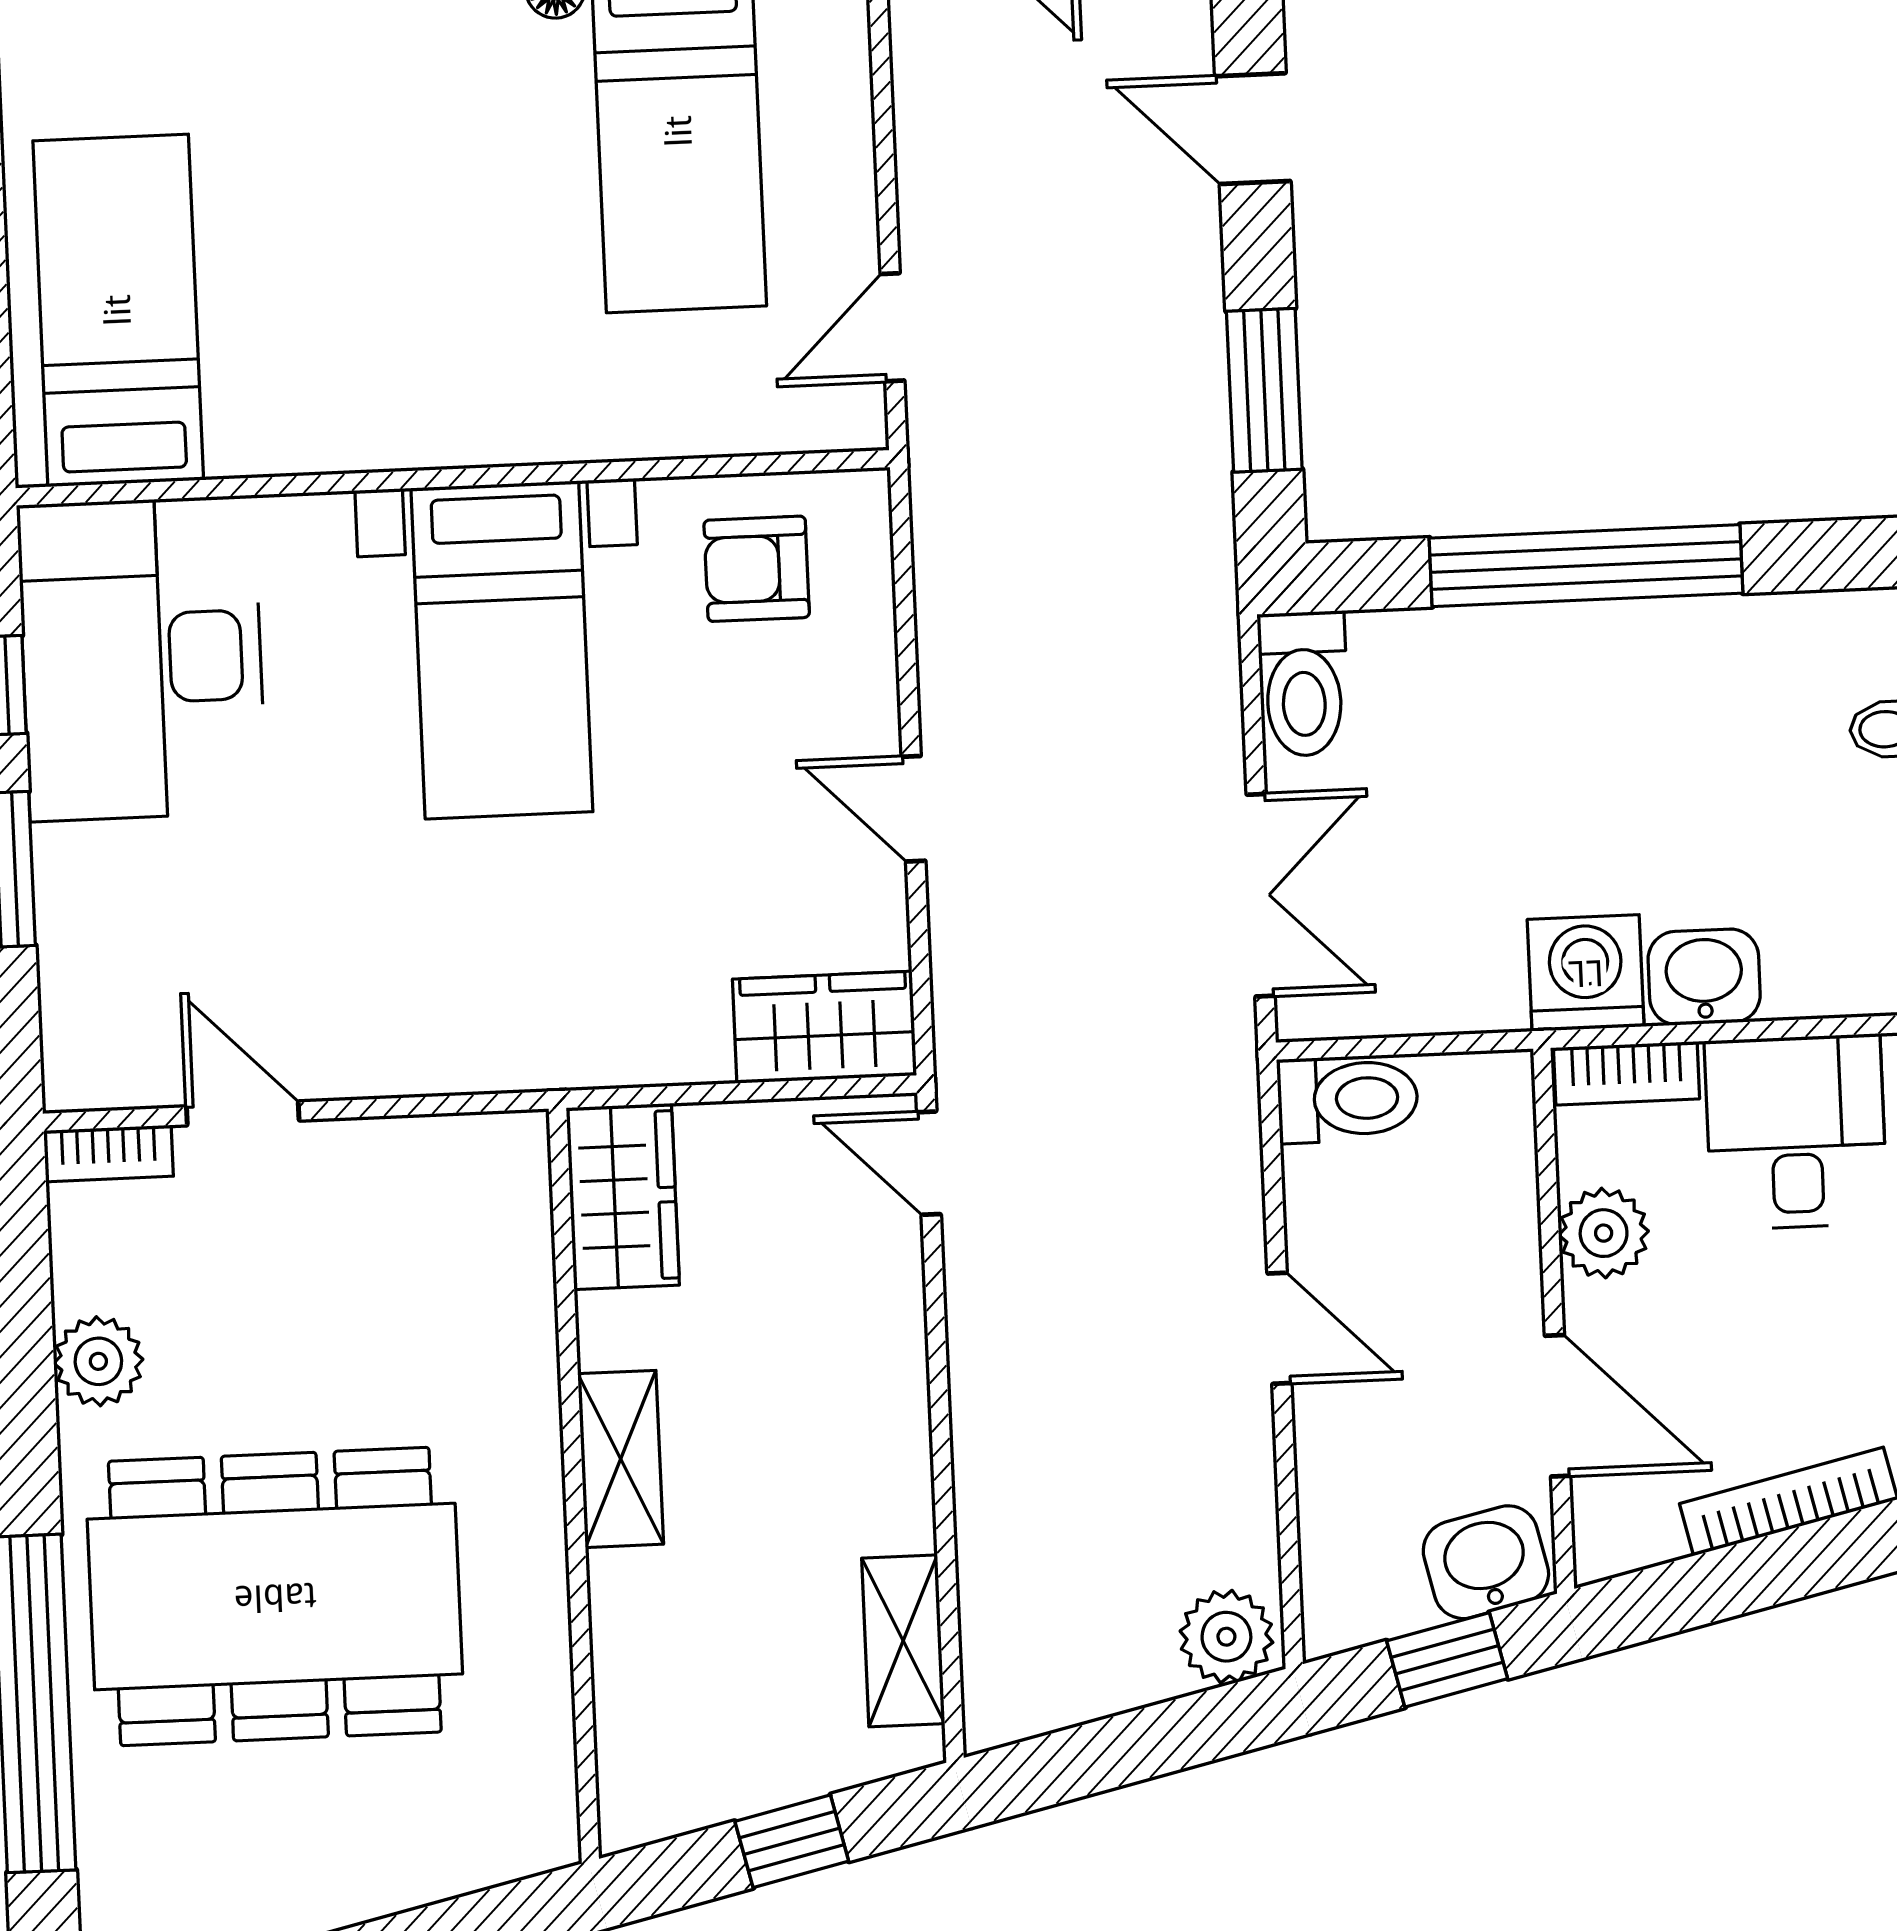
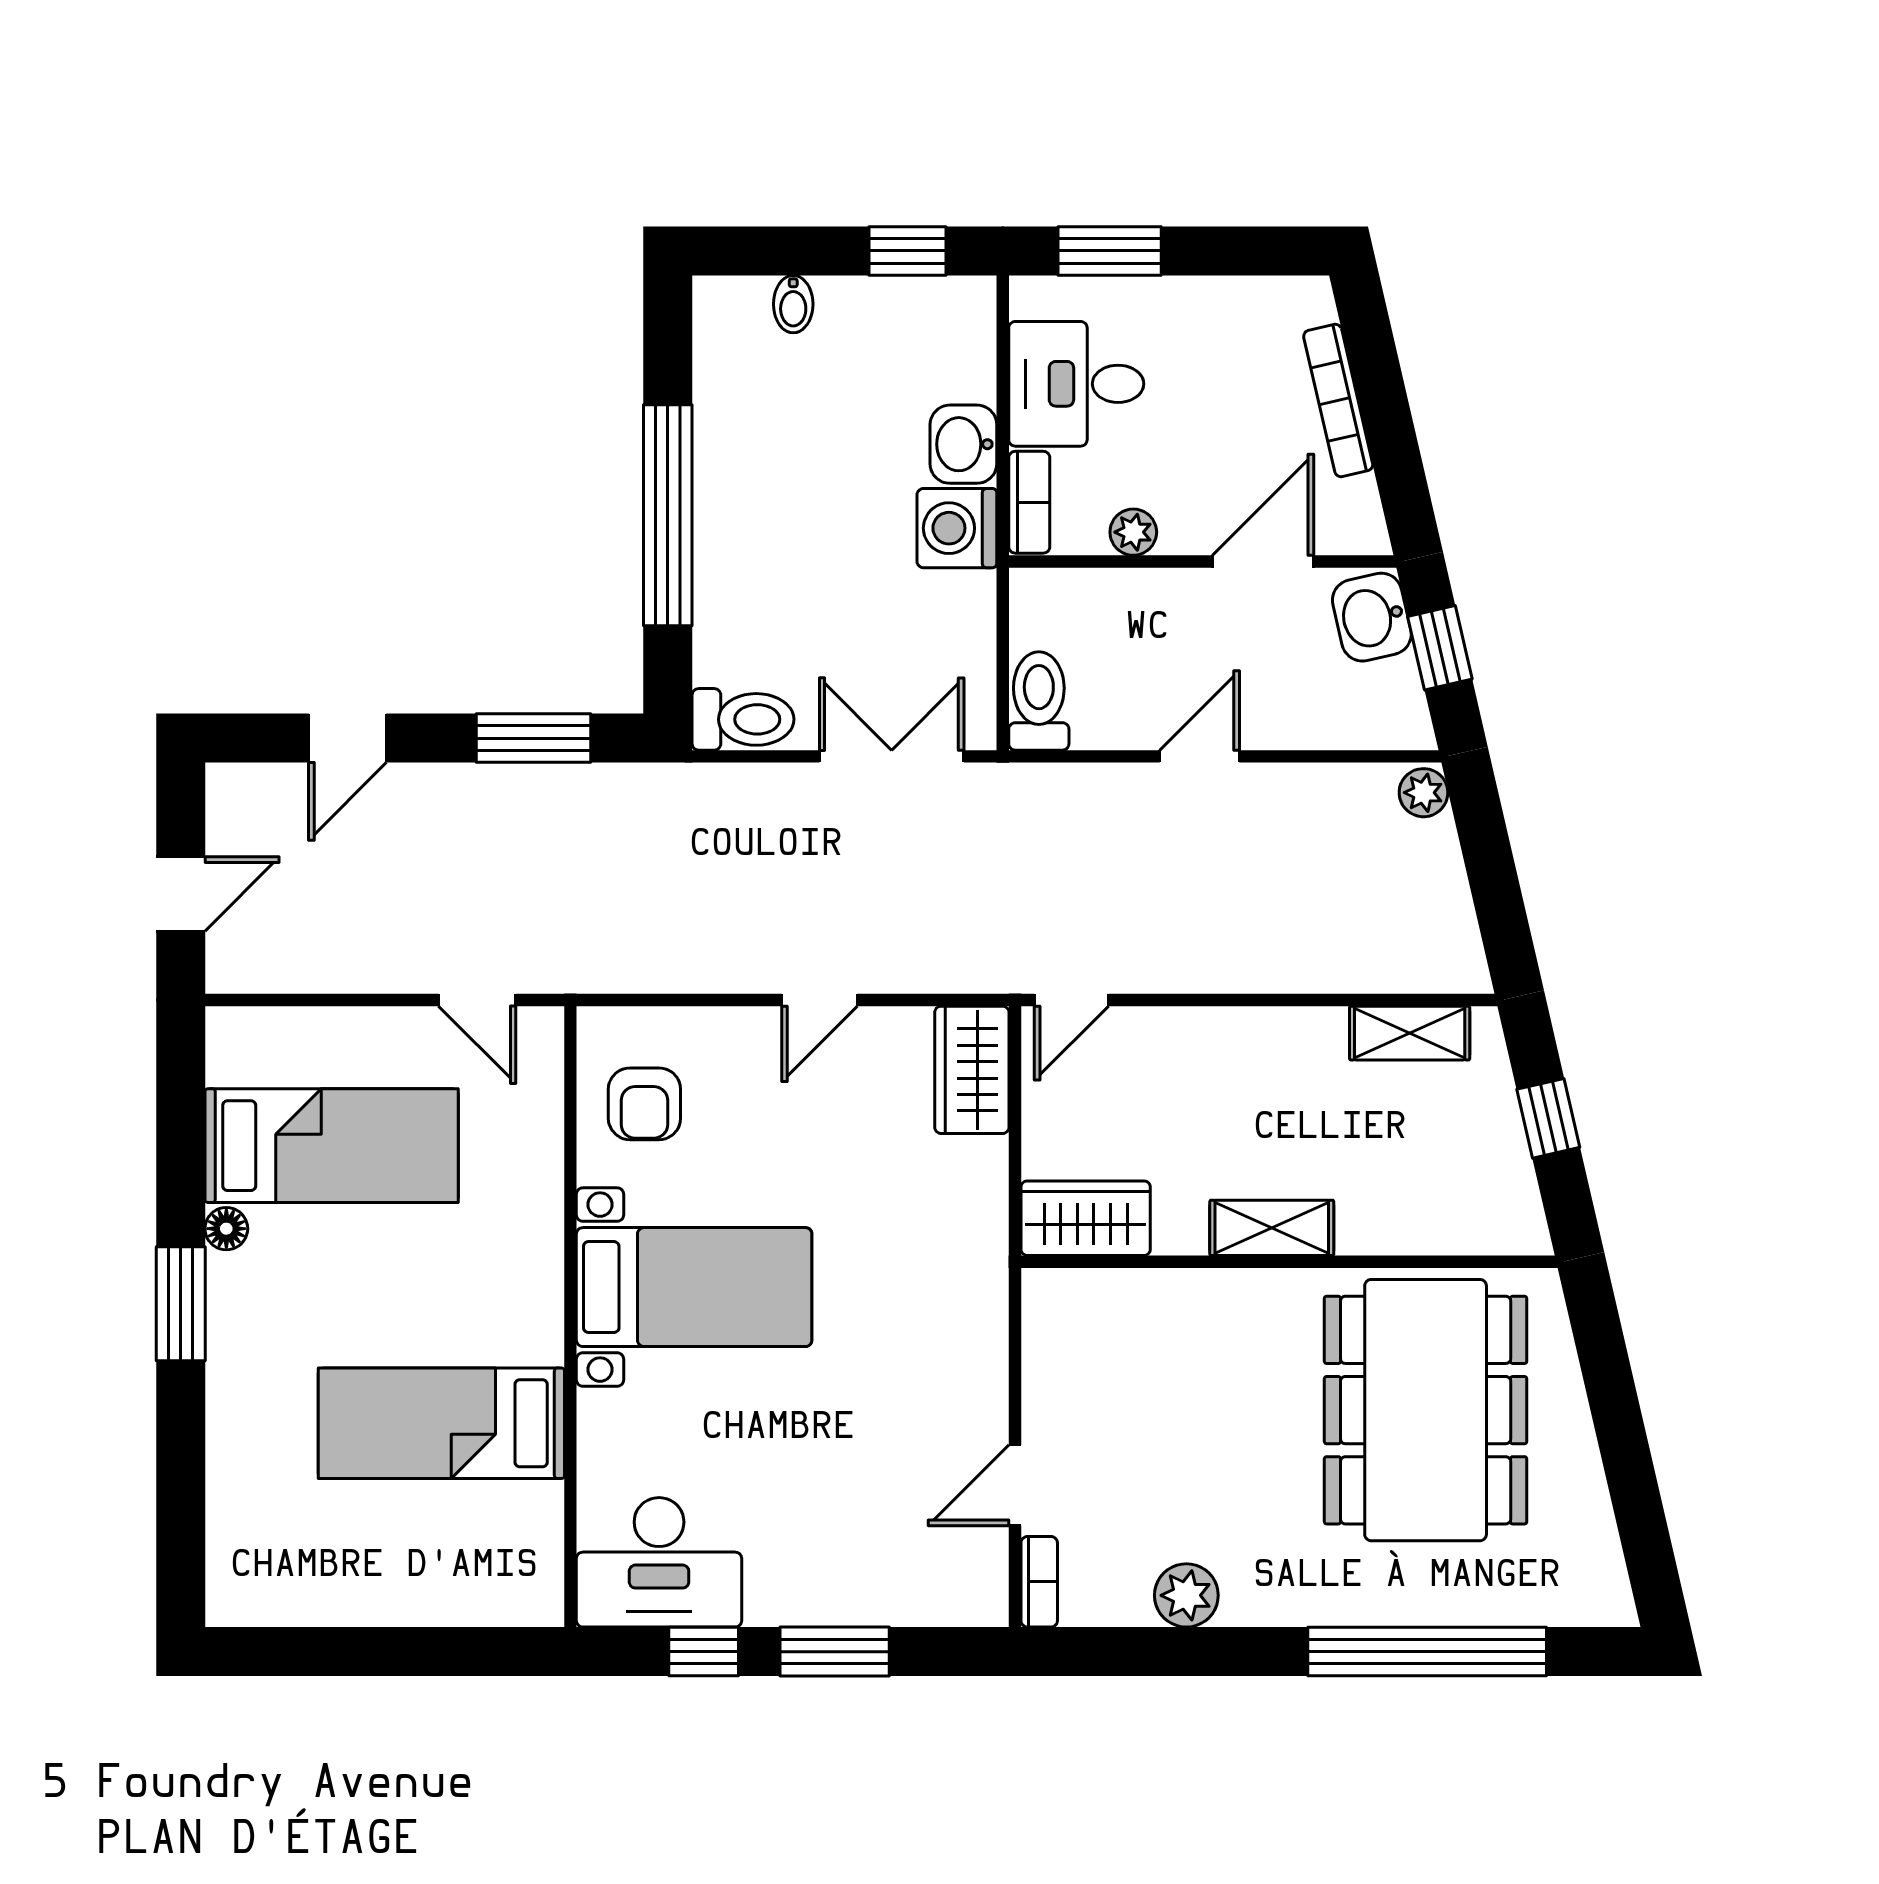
bed: (118, 310) -> (441, 1423), moved
desk: (142, 659) -> (659, 1562), width x0.73, depth x0.77
plant: (1604, 1233) -> (1133, 532), width x0.73, depth x0.73
dining table: (275, 1597) -> (1426, 1410), moved
plant: (1226, 1637) -> (1423, 793), width x0.73, depth x0.73

